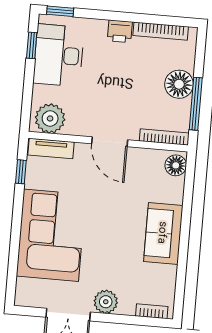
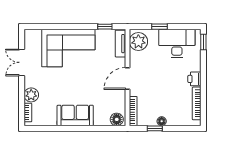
window: (32, 45) -> (159, 27), moved
floor lamp: (179, 84) -> (162, 121), width x0.53, depth x0.53
window: (196, 104) -> (155, 128), width x0.46
plant: (106, 302) -> (31, 95), moved

